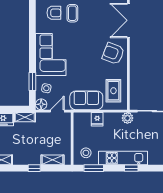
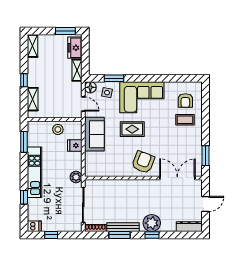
rug: (113, 91) -> (132, 129), moved
stool: (86, 153) -> (58, 129), moved
window: (131, 168) -> (24, 197), moved

